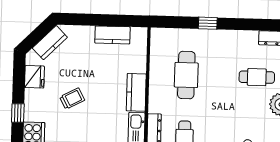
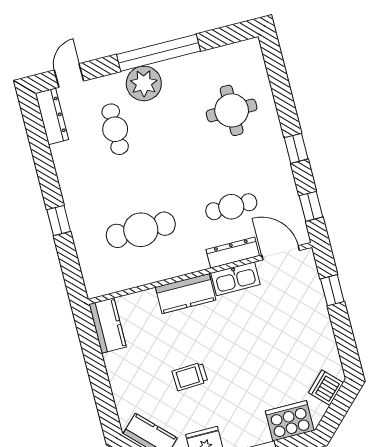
kitchen counter: (112, 35) -> (108, 326), moved
trolley: (72, 99) -> (190, 376), moved, turned -65

